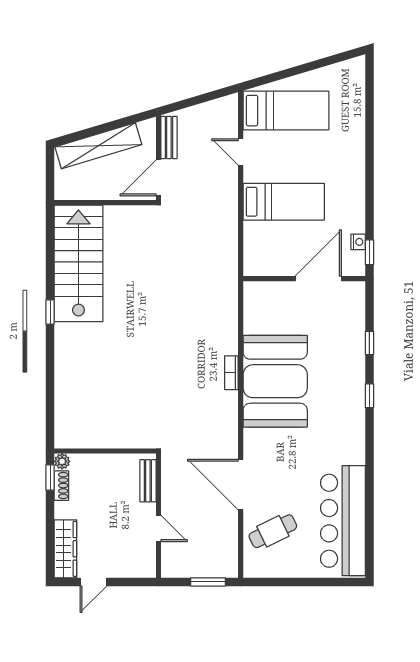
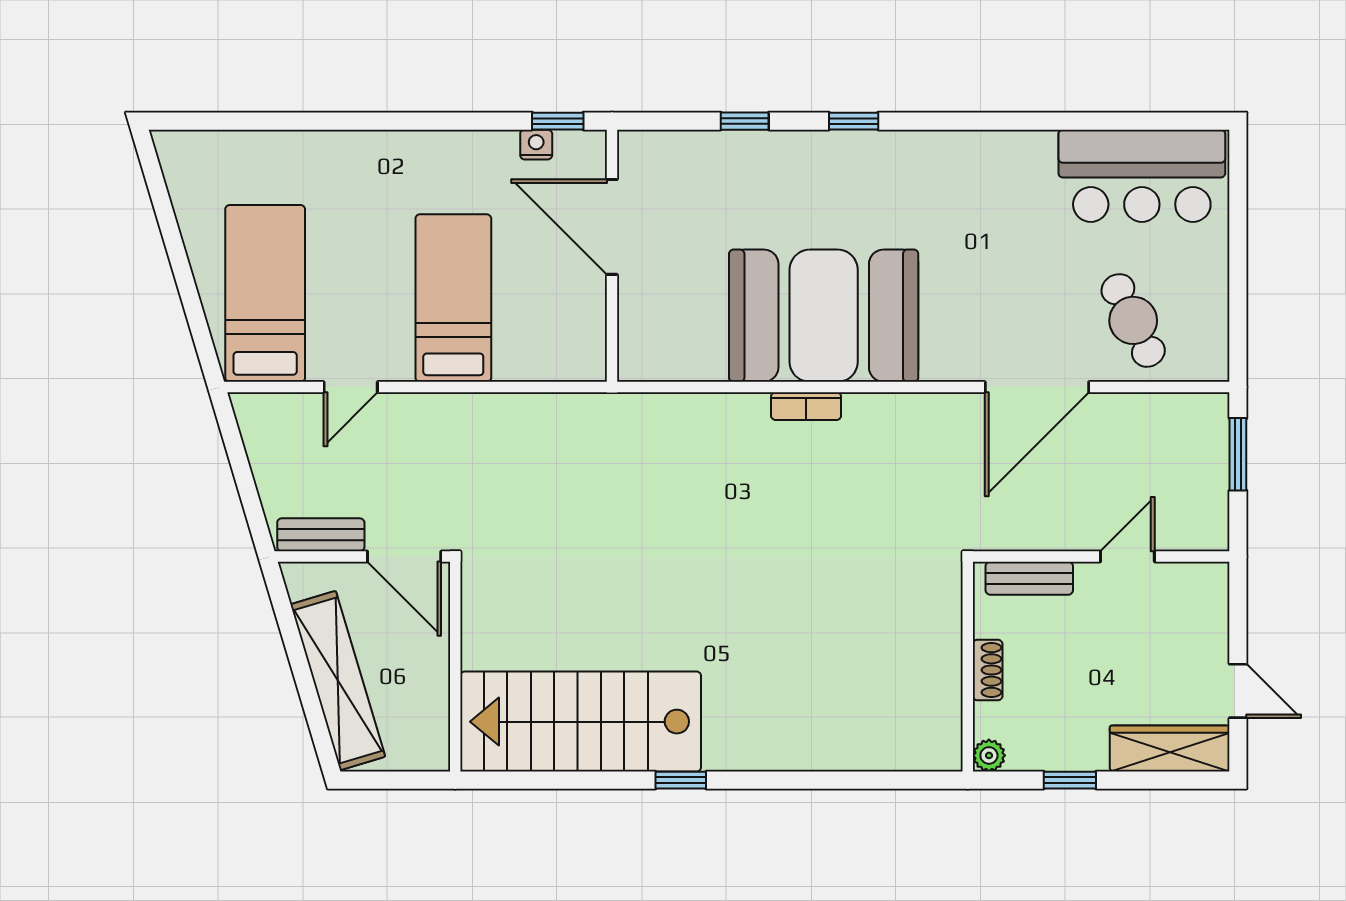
window: (50, 477) -> (1070, 780), moved
shoe rack: (61, 486) -> (988, 670), moved, turned 90
bar counter: (343, 521) -> (1142, 176), width x0.73

